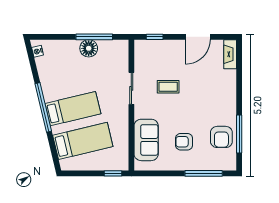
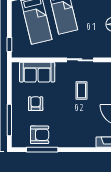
armchair: (221, 137) -> (40, 135), turned 180

